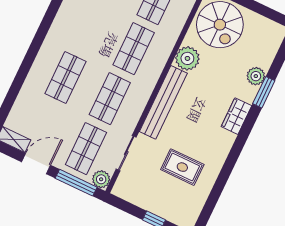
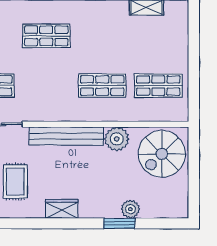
shop shelf: (110, 99) -> (46, 86), removed
wardrobe: (236, 116) -> (62, 209), moved

